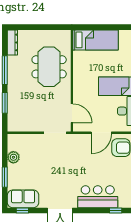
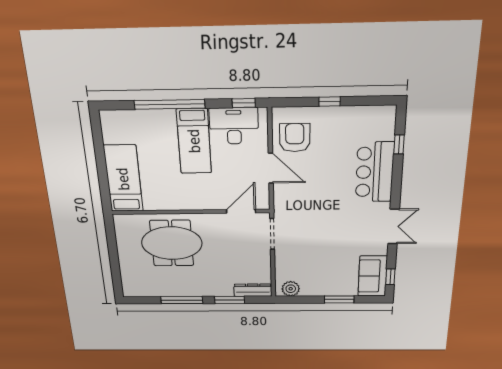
dresser: (12, 42) -> (253, 290), moved
plant: (13, 157) -> (291, 289), moved

